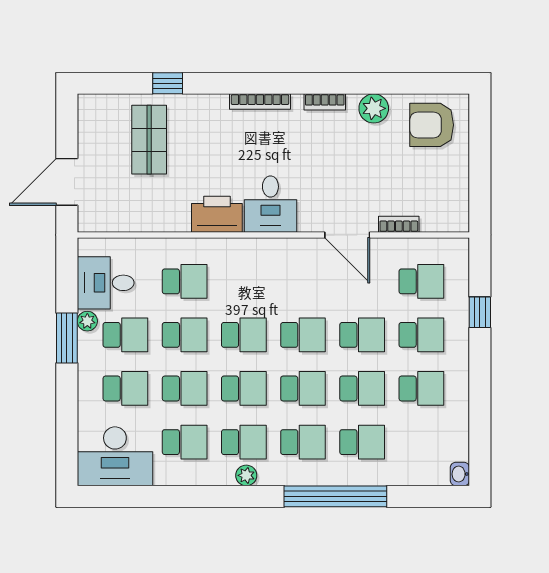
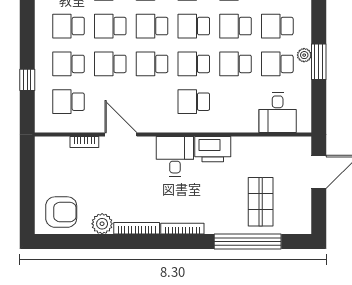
window: (168, 83) -> (248, 241), width x3.17
bookcase: (325, 102) -> (137, 228), width x1.56
school desk: (185, 281) -> (194, 102), moved
desk: (106, 283) -> (278, 113), moved, turned 90
plant: (87, 321) -> (304, 55), moved

